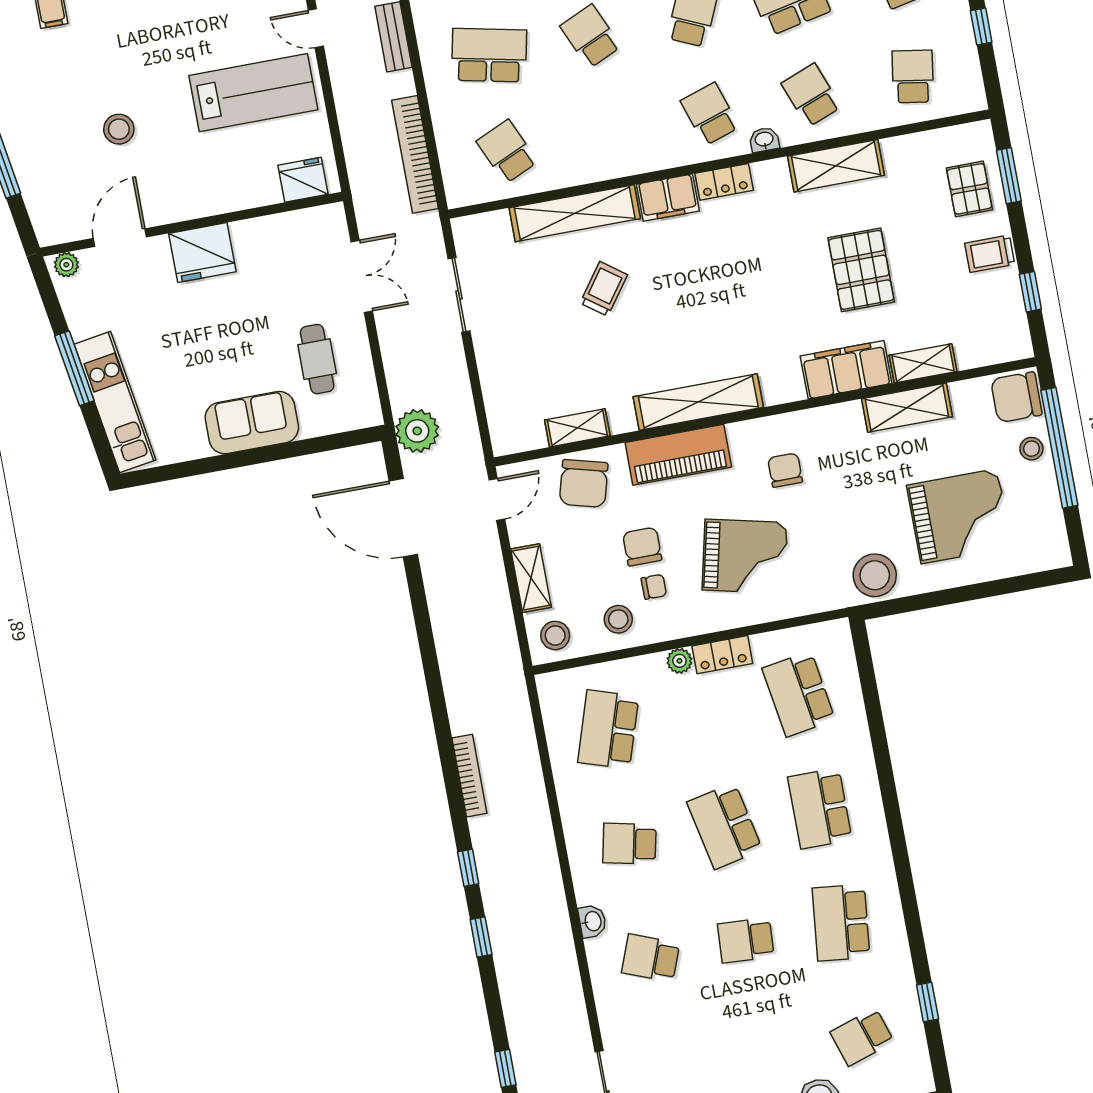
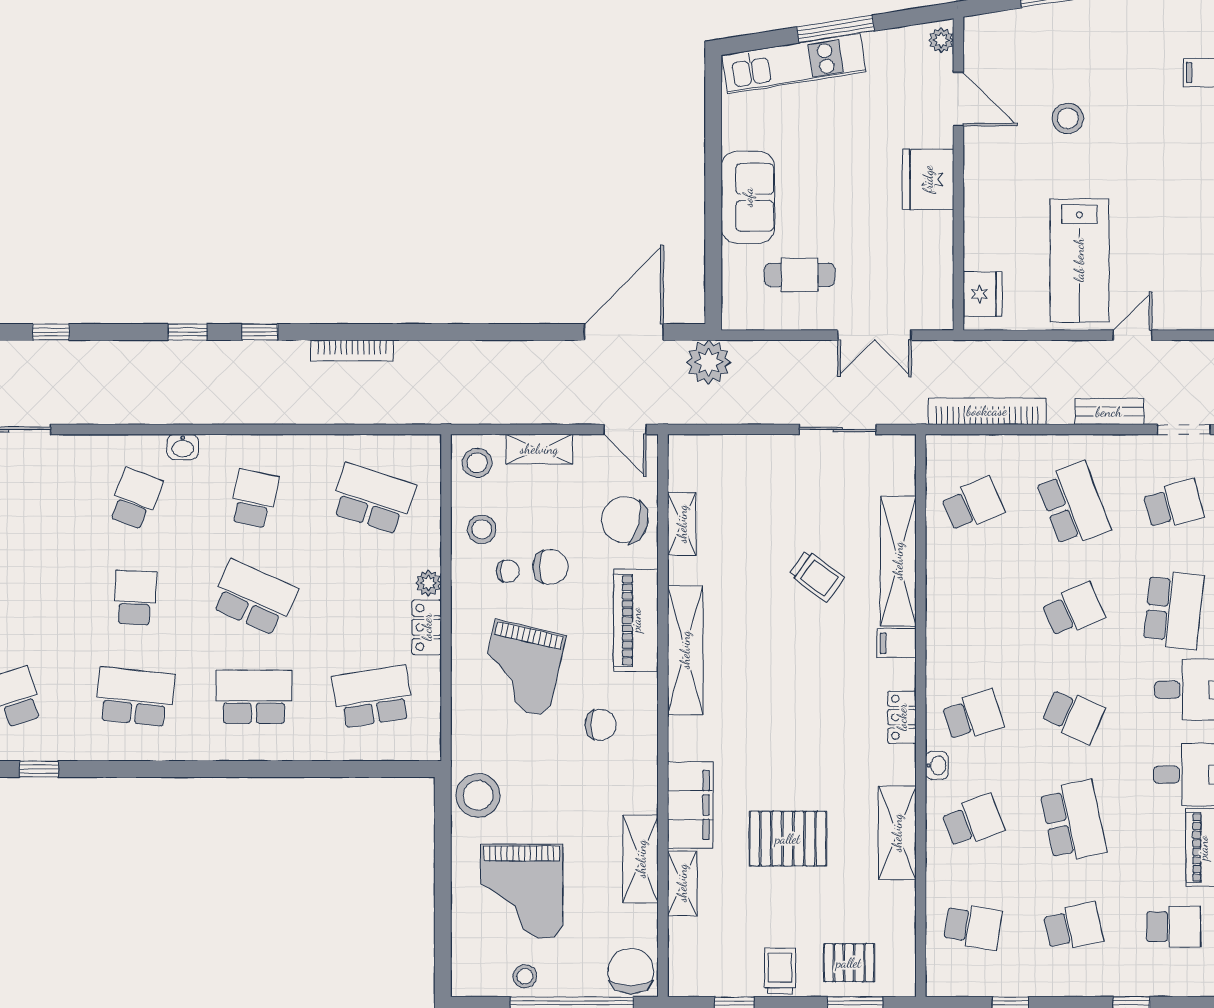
school desk: (489, 55) -> (1073, 505), turned -33
filing cabinet: (668, 198) -> (897, 643), width x0.50
stool: (1031, 449) -> (525, 976), moved
chair: (654, 587) -> (508, 571), turned -90
school desk: (725, 826) -> (254, 598), turned 36

